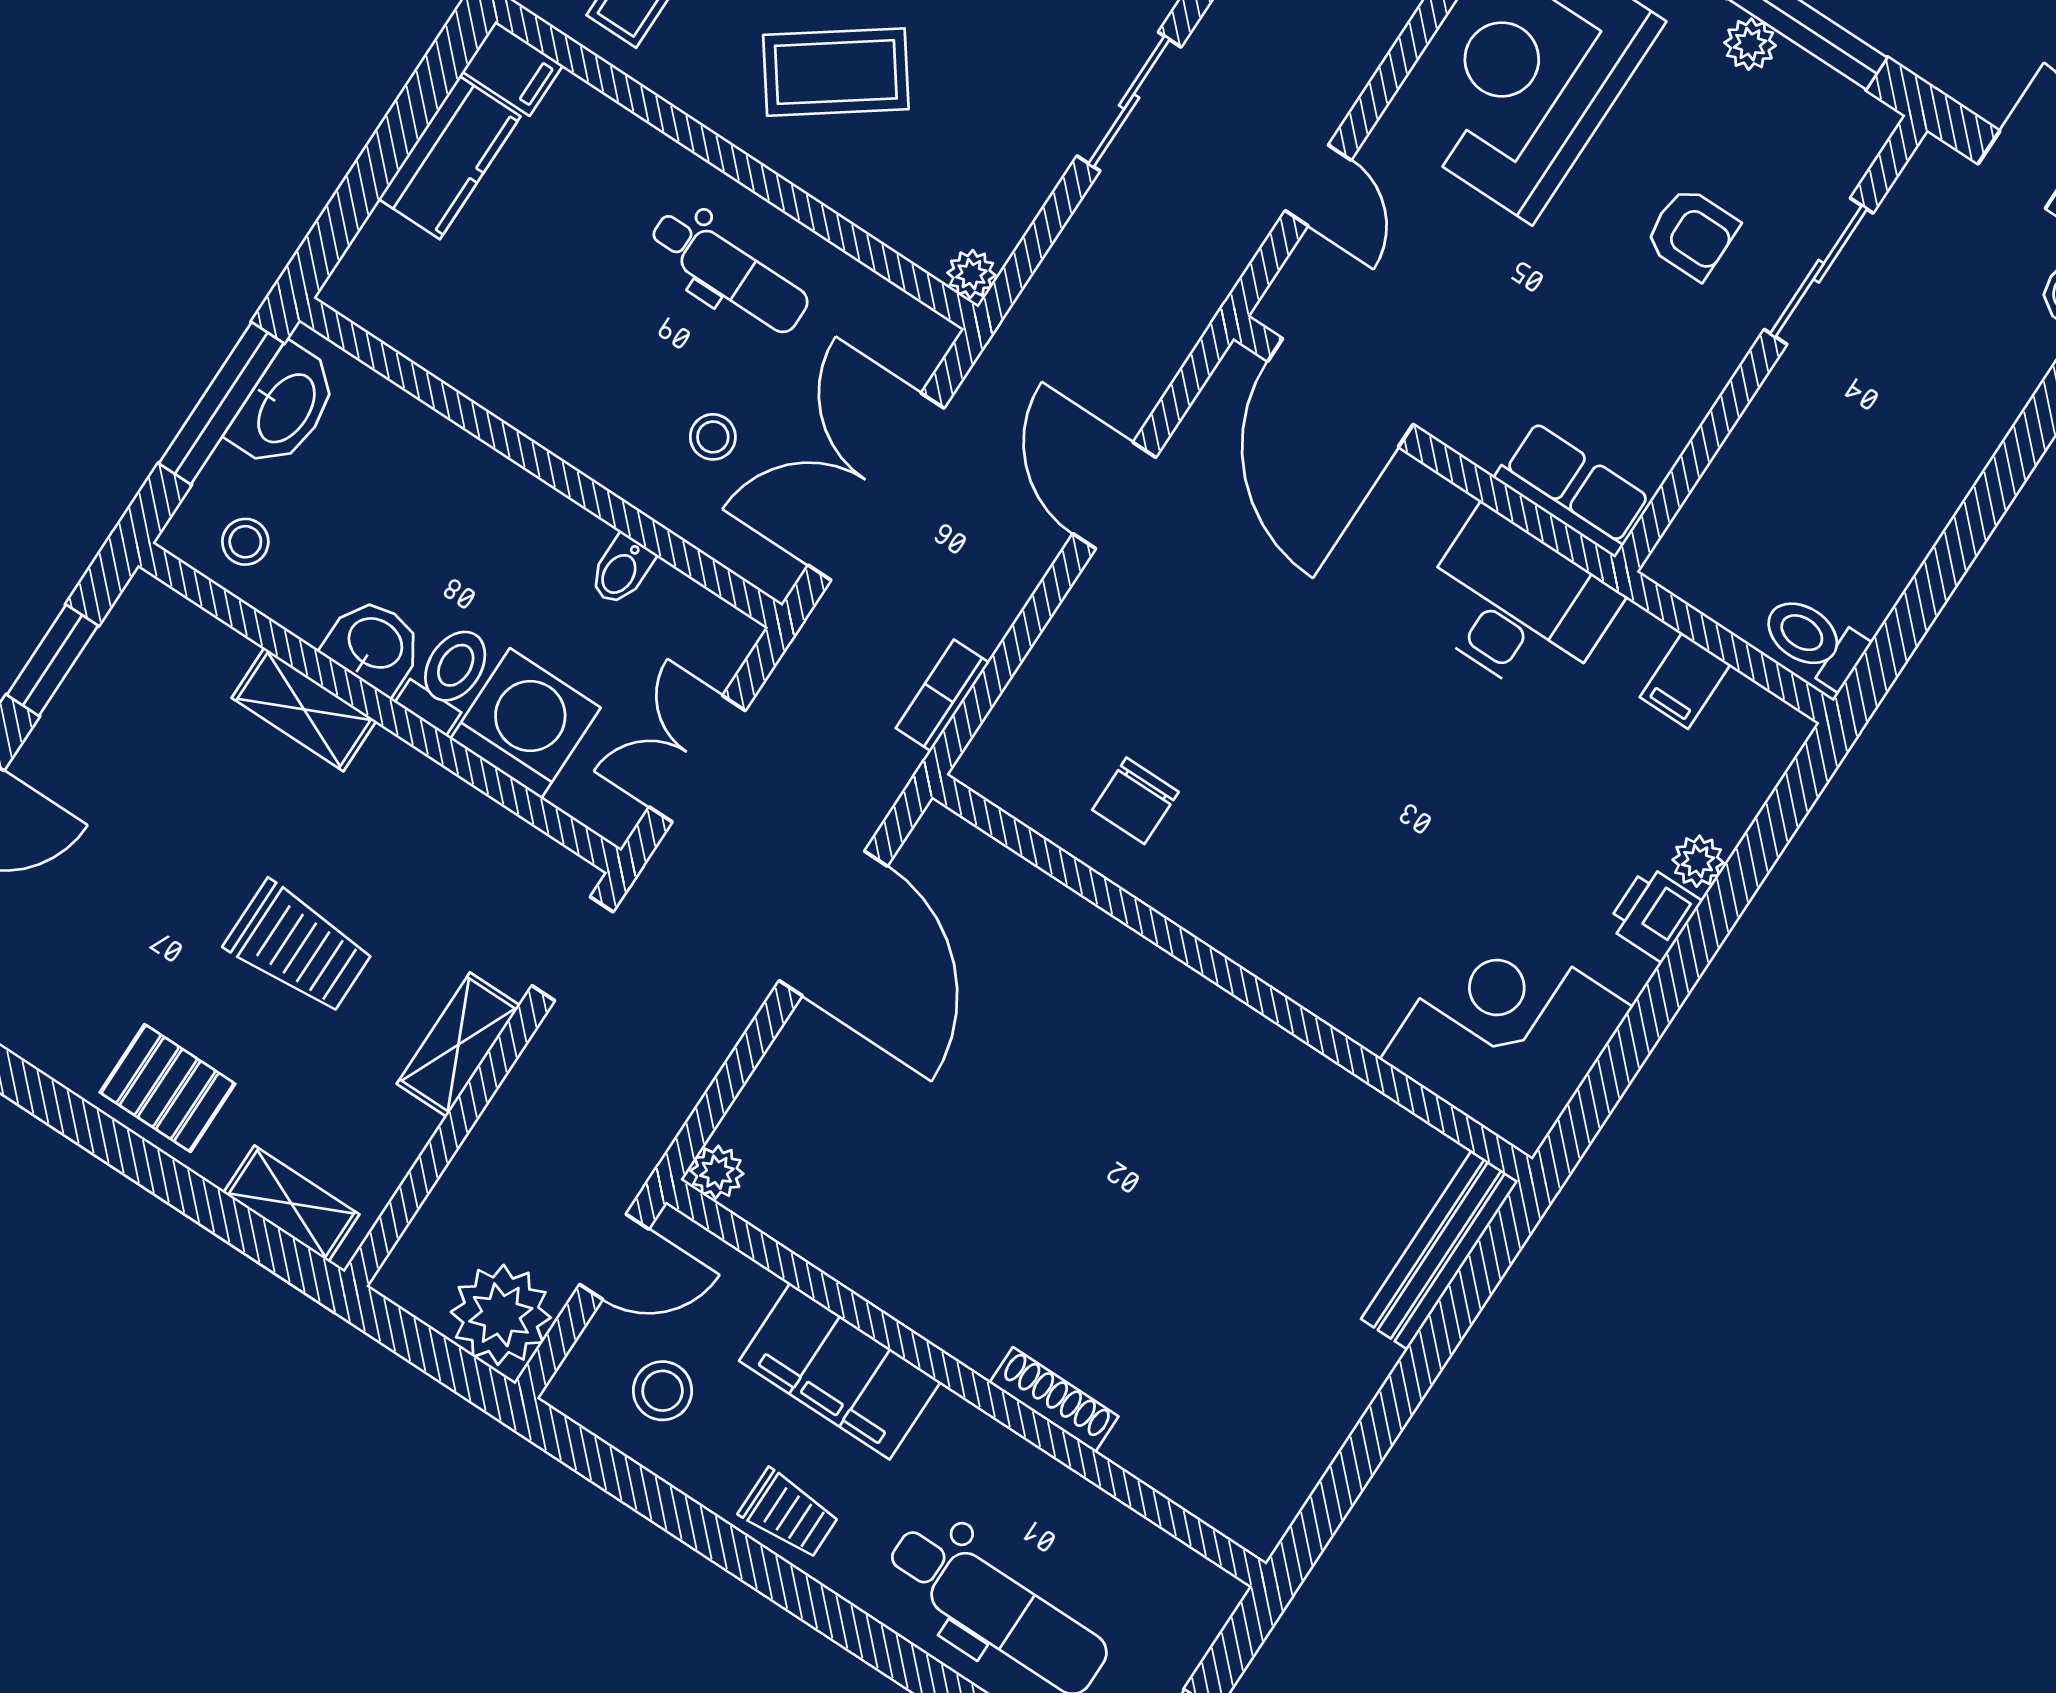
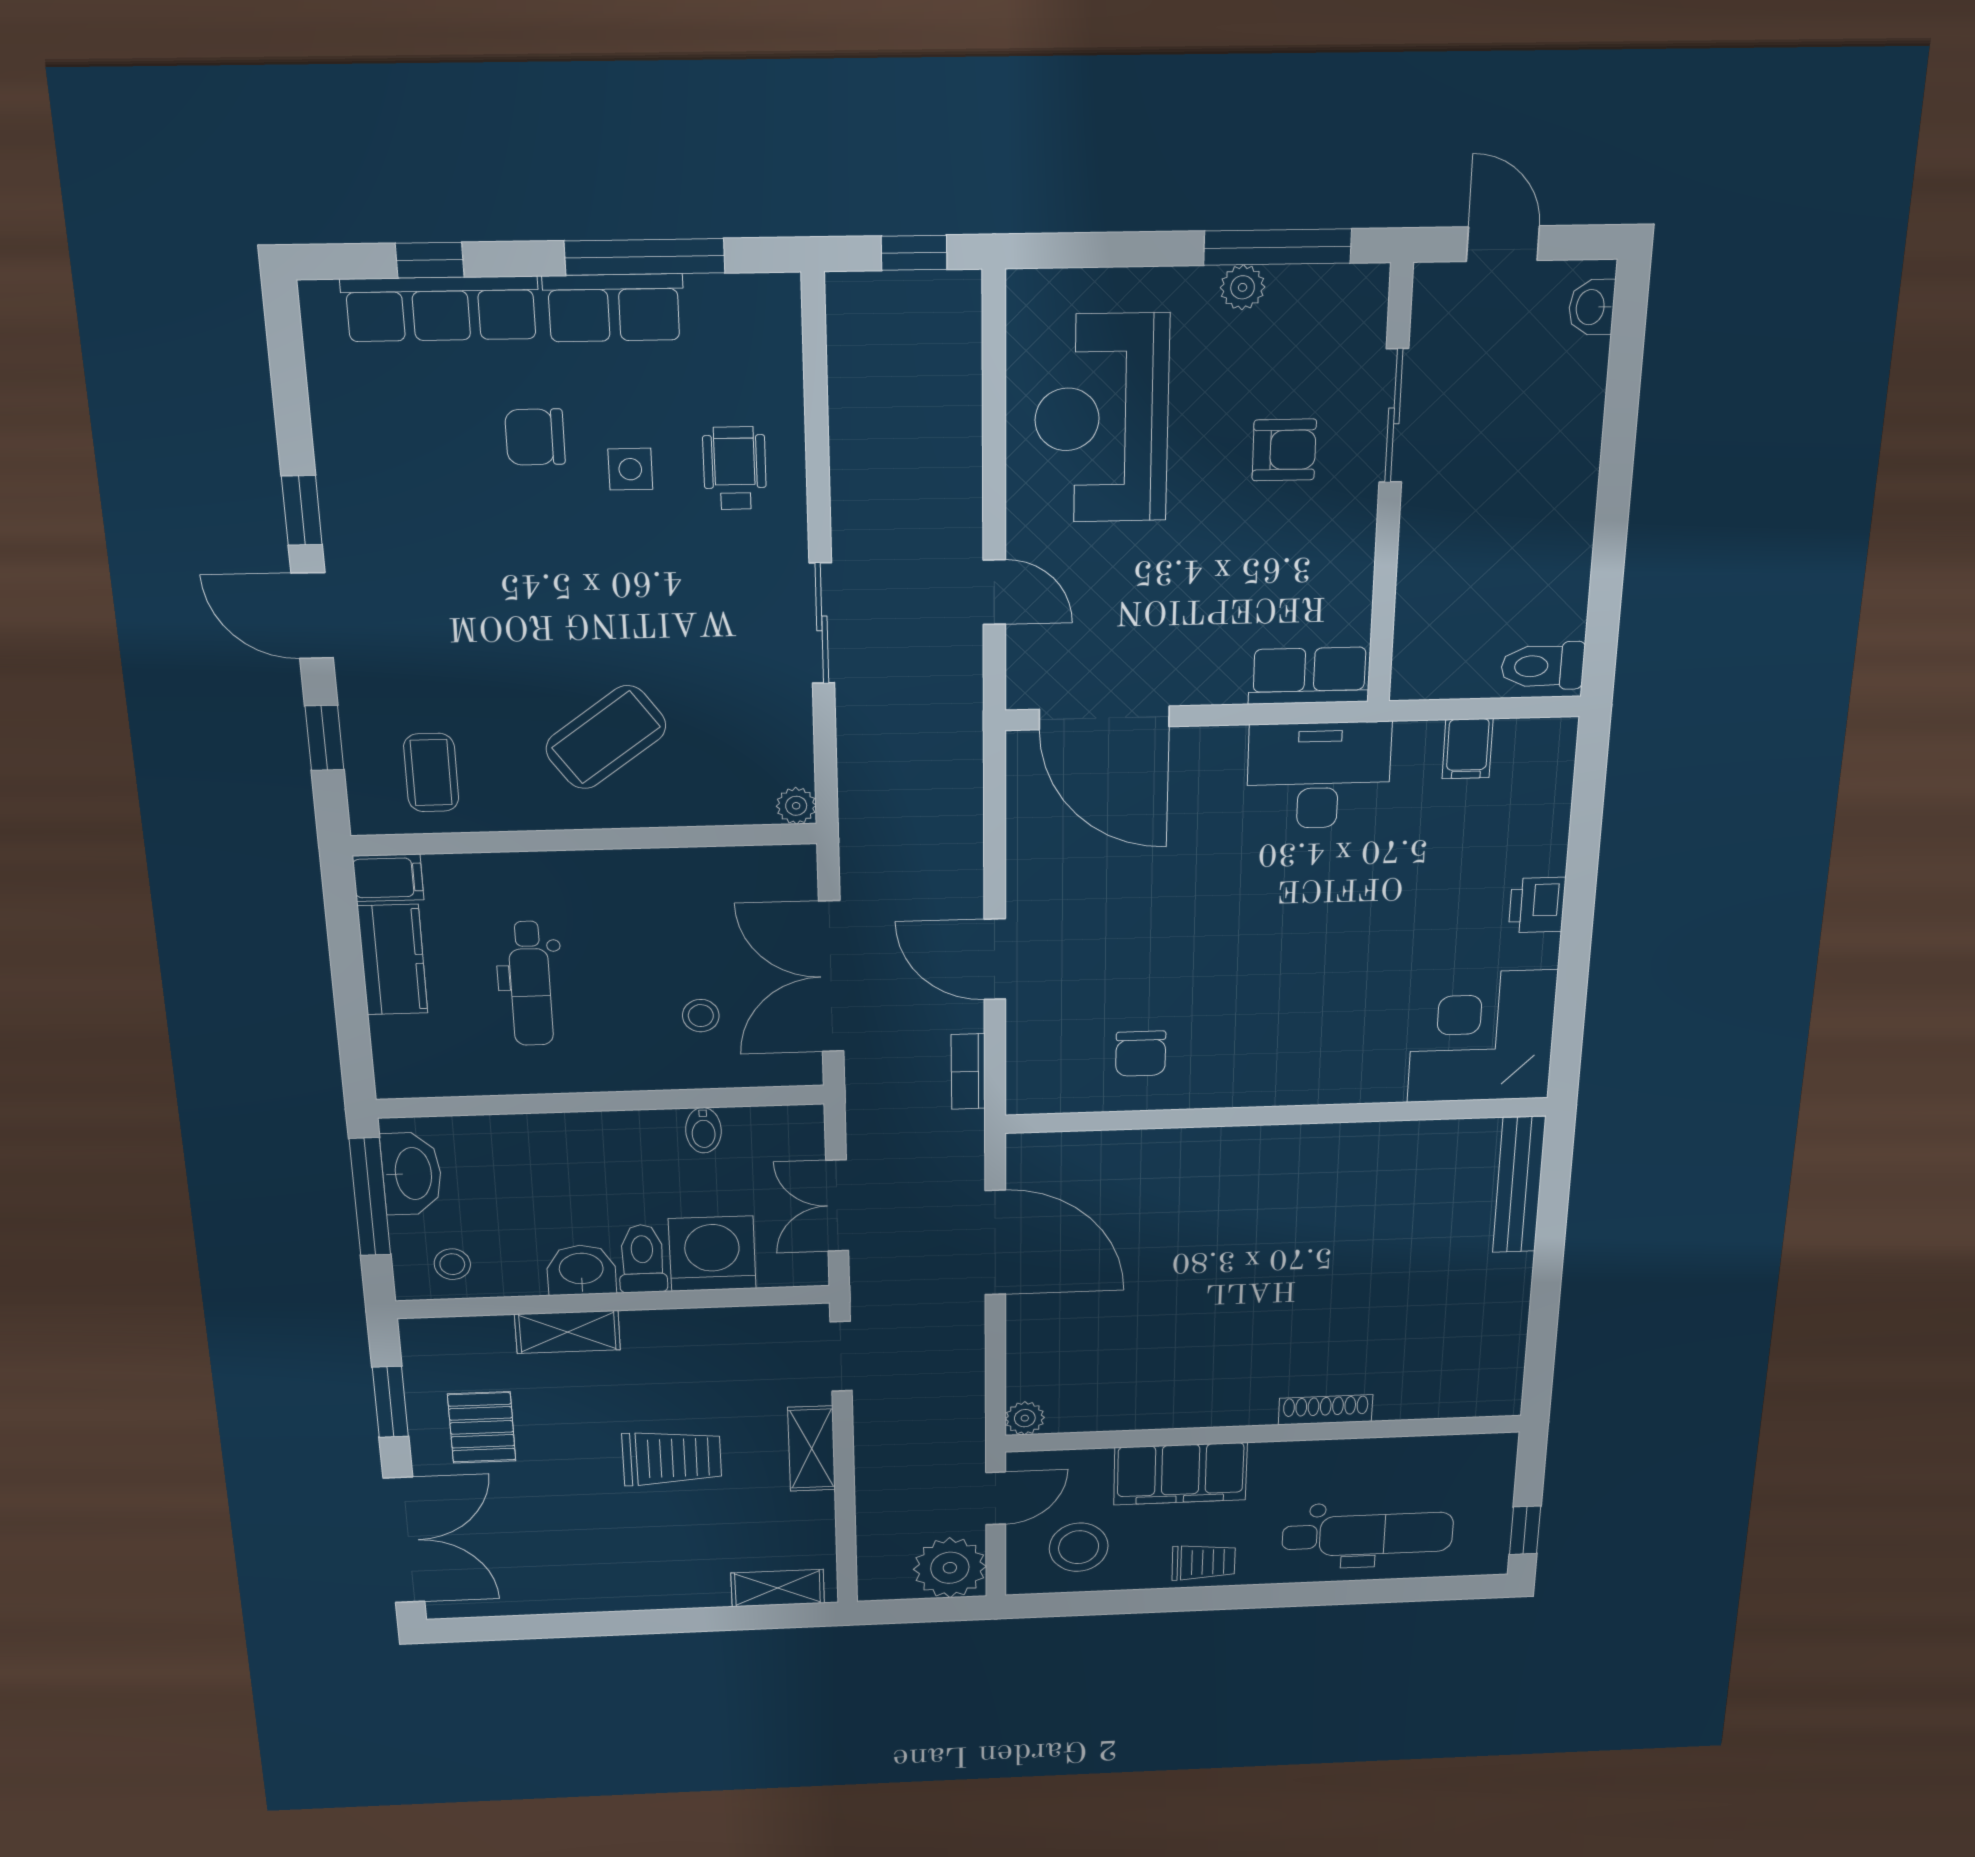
dental chair: (729, 271) -> (530, 984), moved, turned 90
door: (1114, 496) -> (995, 959), moved
plant: (1698, 861) -> (1548, 855), removed
pallet: (168, 1088) -> (482, 1427), moved, turned 90
stool: (663, 1391) -> (1079, 1547), width x1.38, depth x1.38

